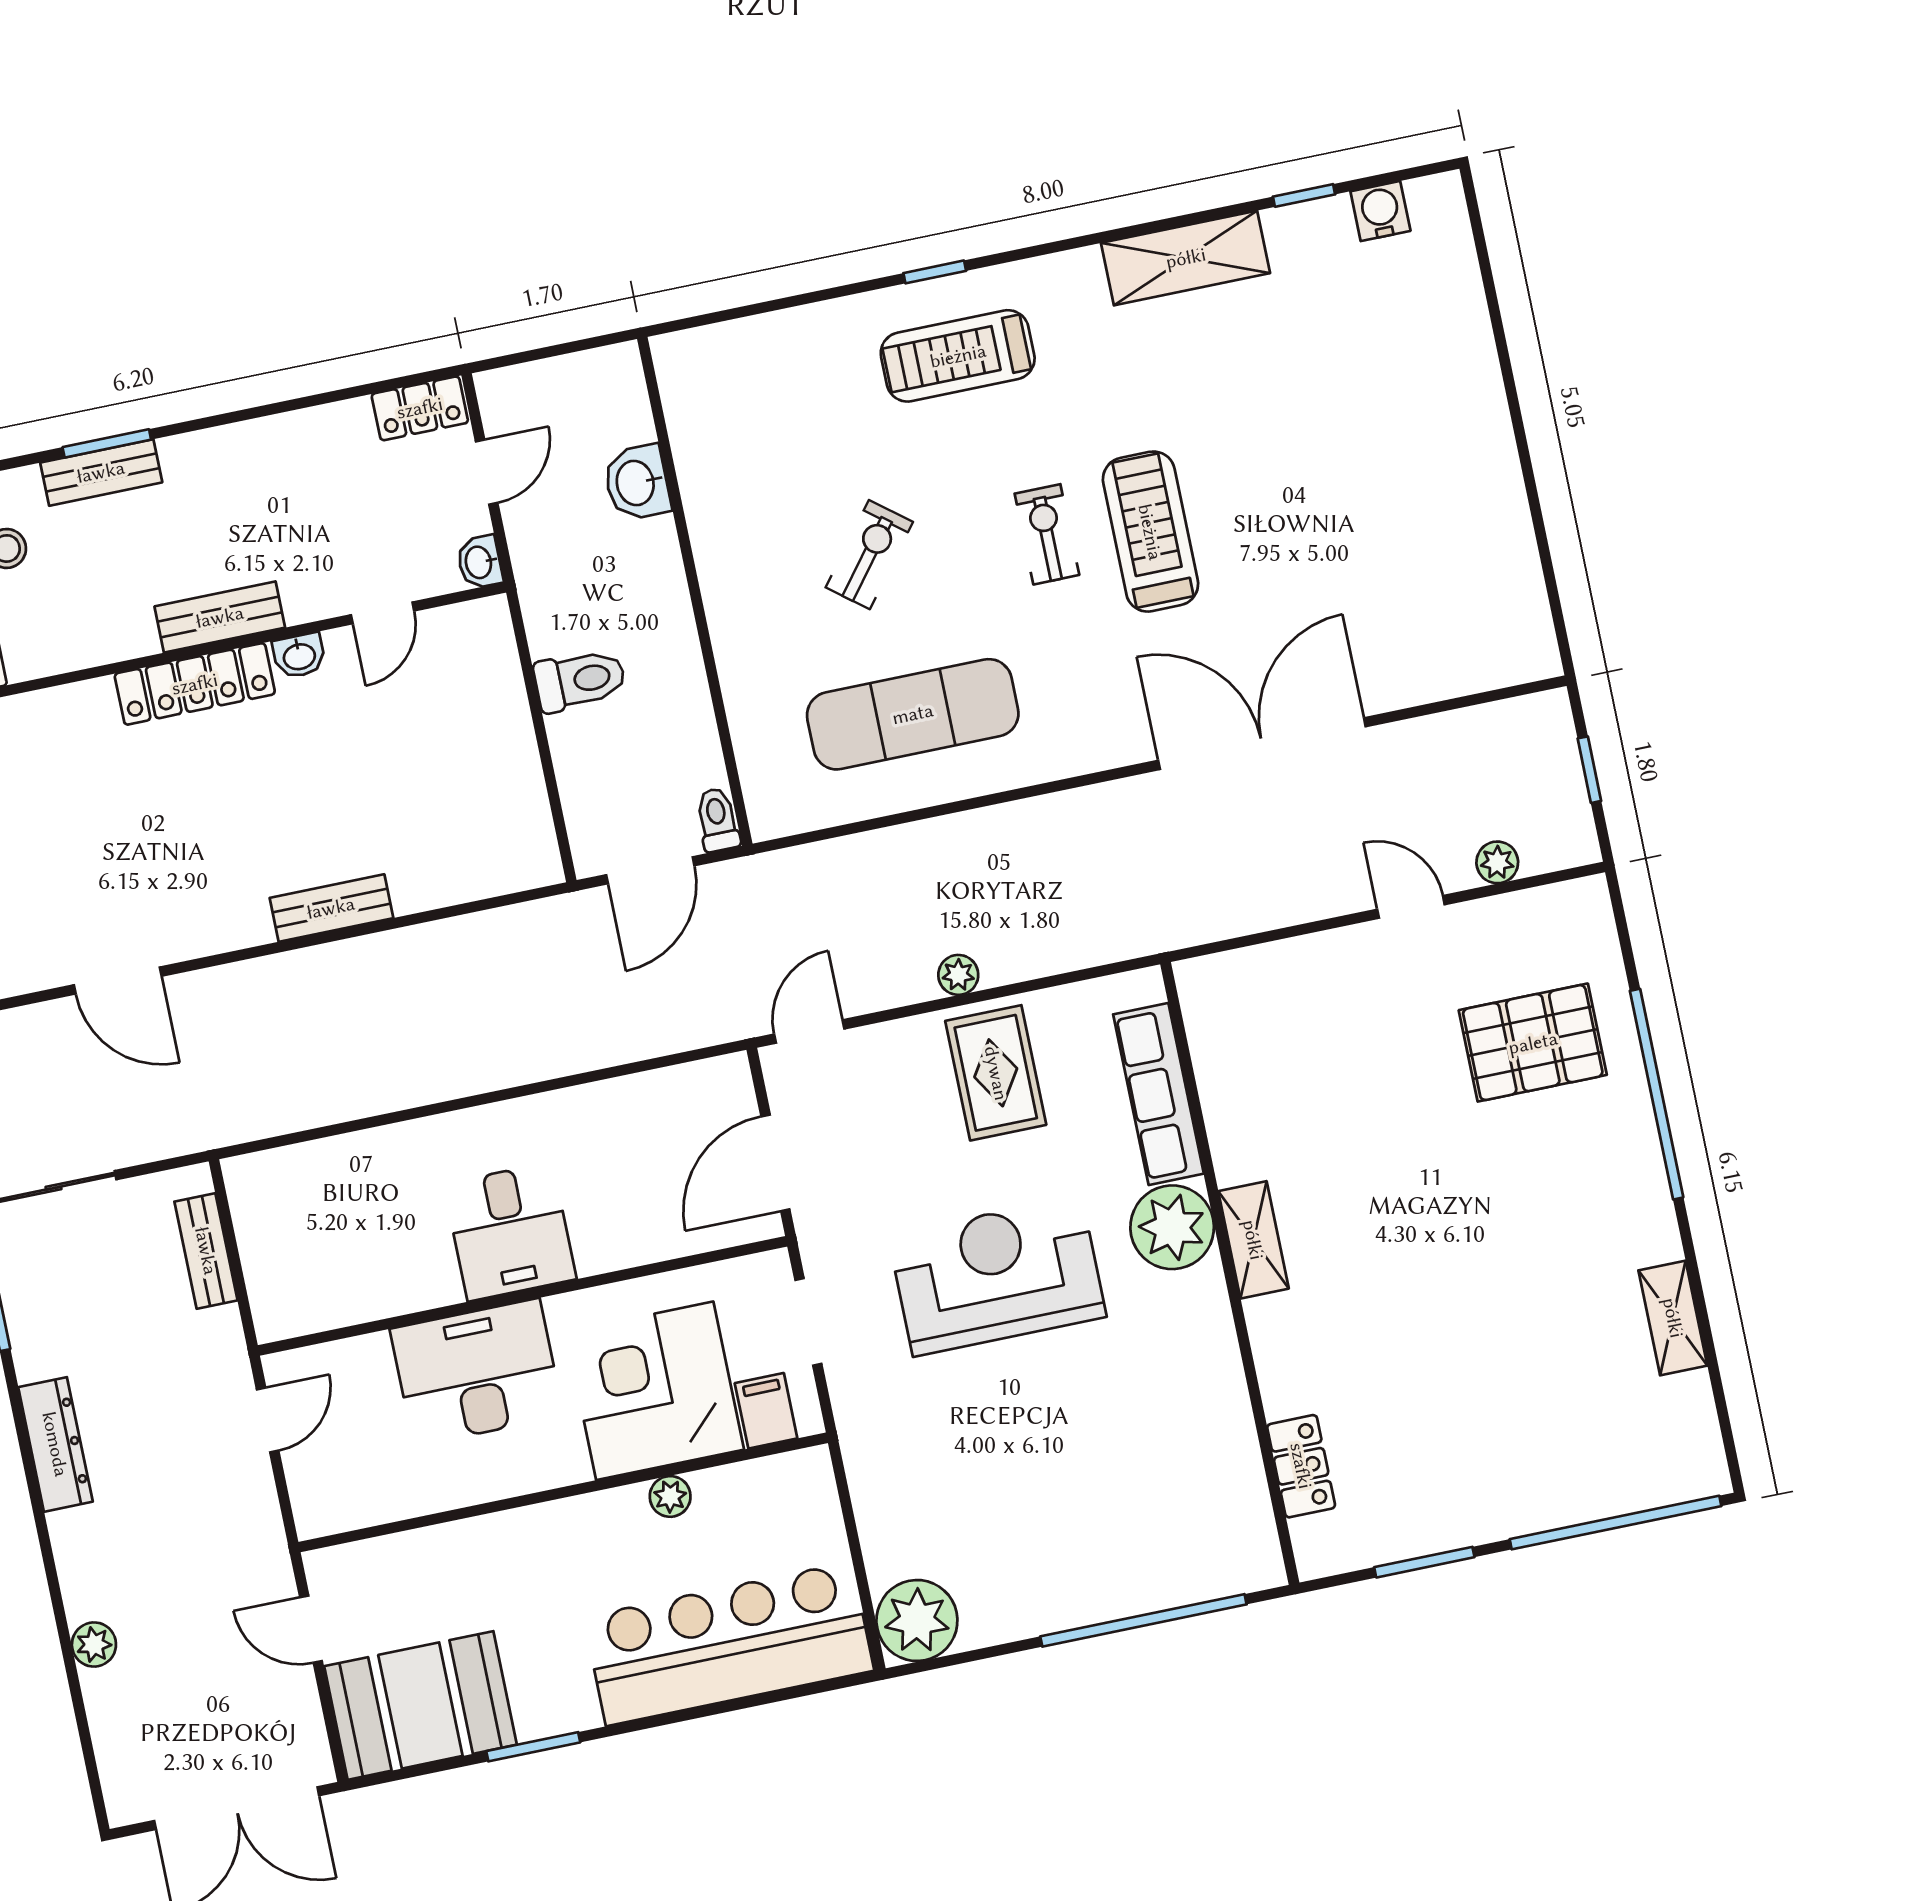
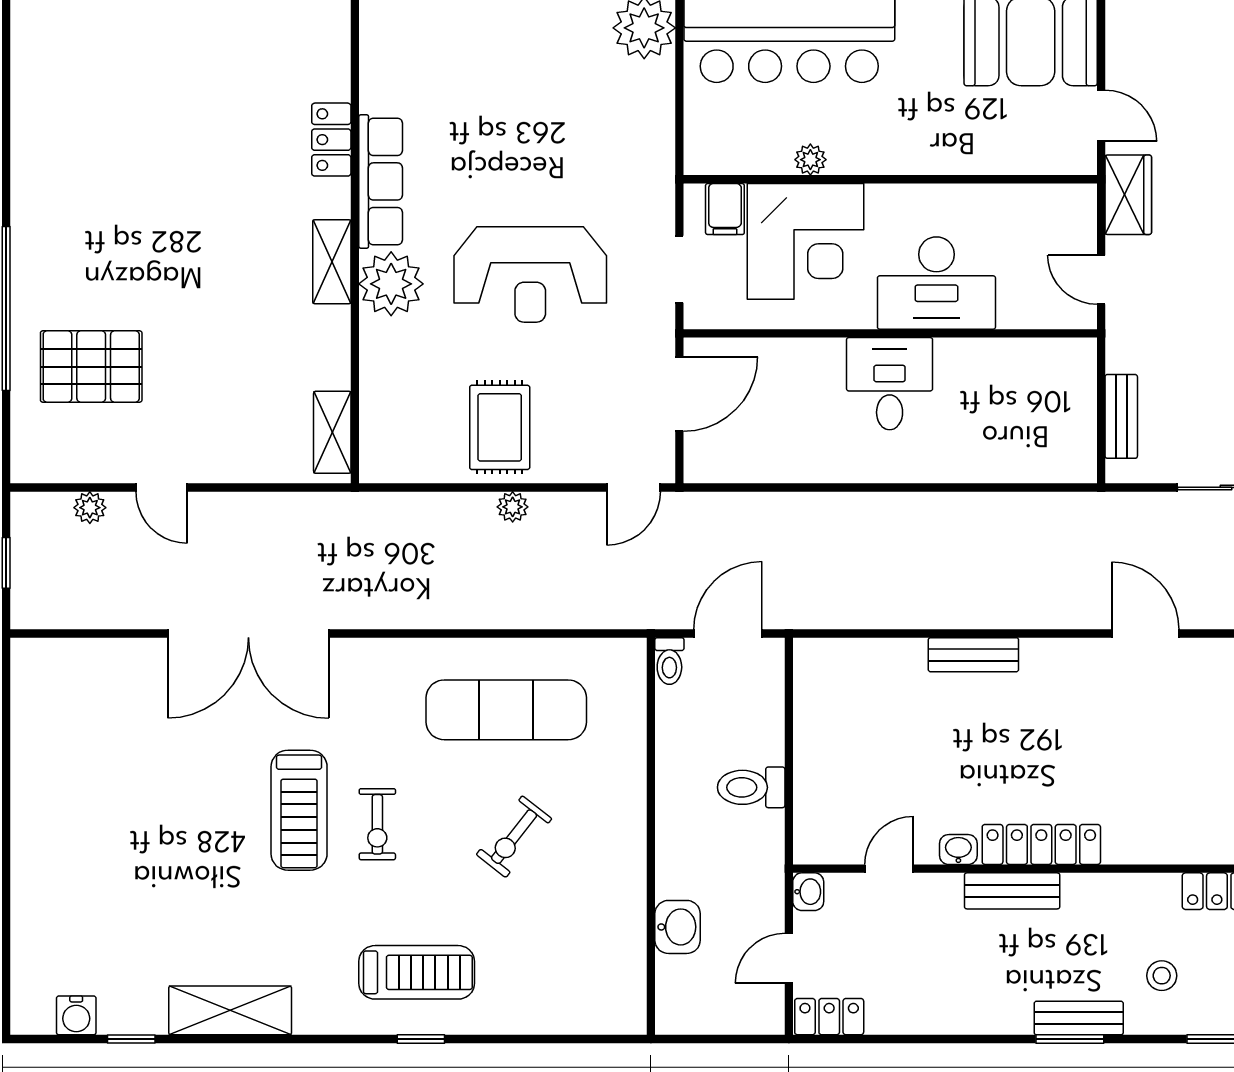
row of seats: (1158, 1094) -> (381, 181), moved
shelving: (1673, 1318) -> (332, 432), moved
door: (268, 1420) -> (1101, 280), hinge flipped
locker: (1301, 1466) -> (331, 140), moved
wardrobe: (255, 1536) -> (1128, 195), added

